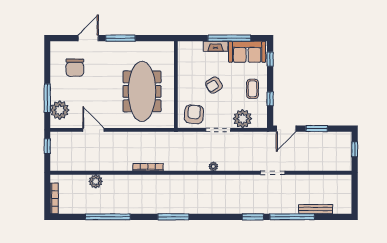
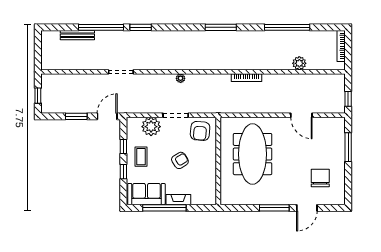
window: (270, 59) -> (123, 172), moved
plant: (60, 110) -> (336, 135), removed

